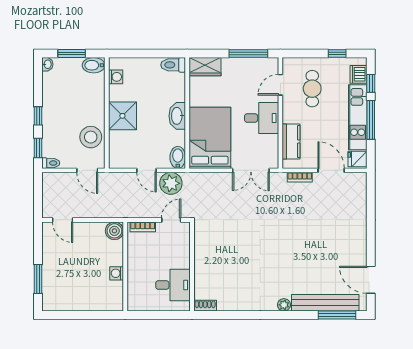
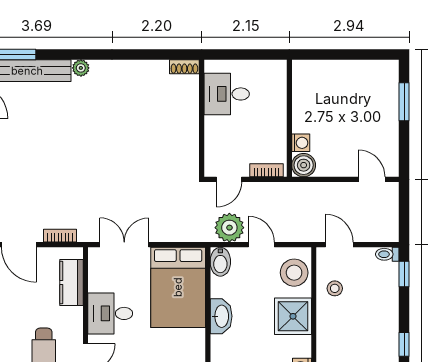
window: (38, 116) -> (404, 344), moved
stool: (91, 137) -> (335, 288), width x0.53, depth x0.53
stool: (122, 149) -> (294, 273), added
washing machine: (117, 273) -> (301, 143), moved

